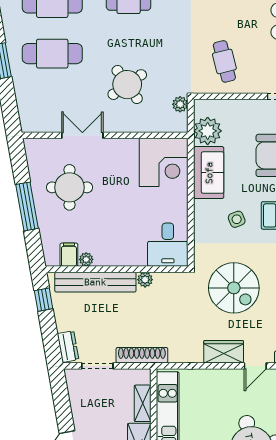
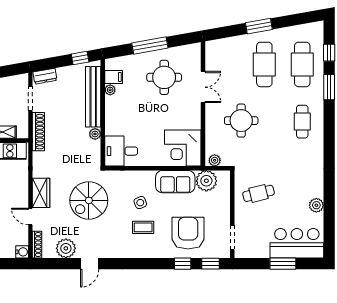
round table: (127, 85) -> (241, 121), turned 35
plant: (180, 104) -> (215, 160), moved

